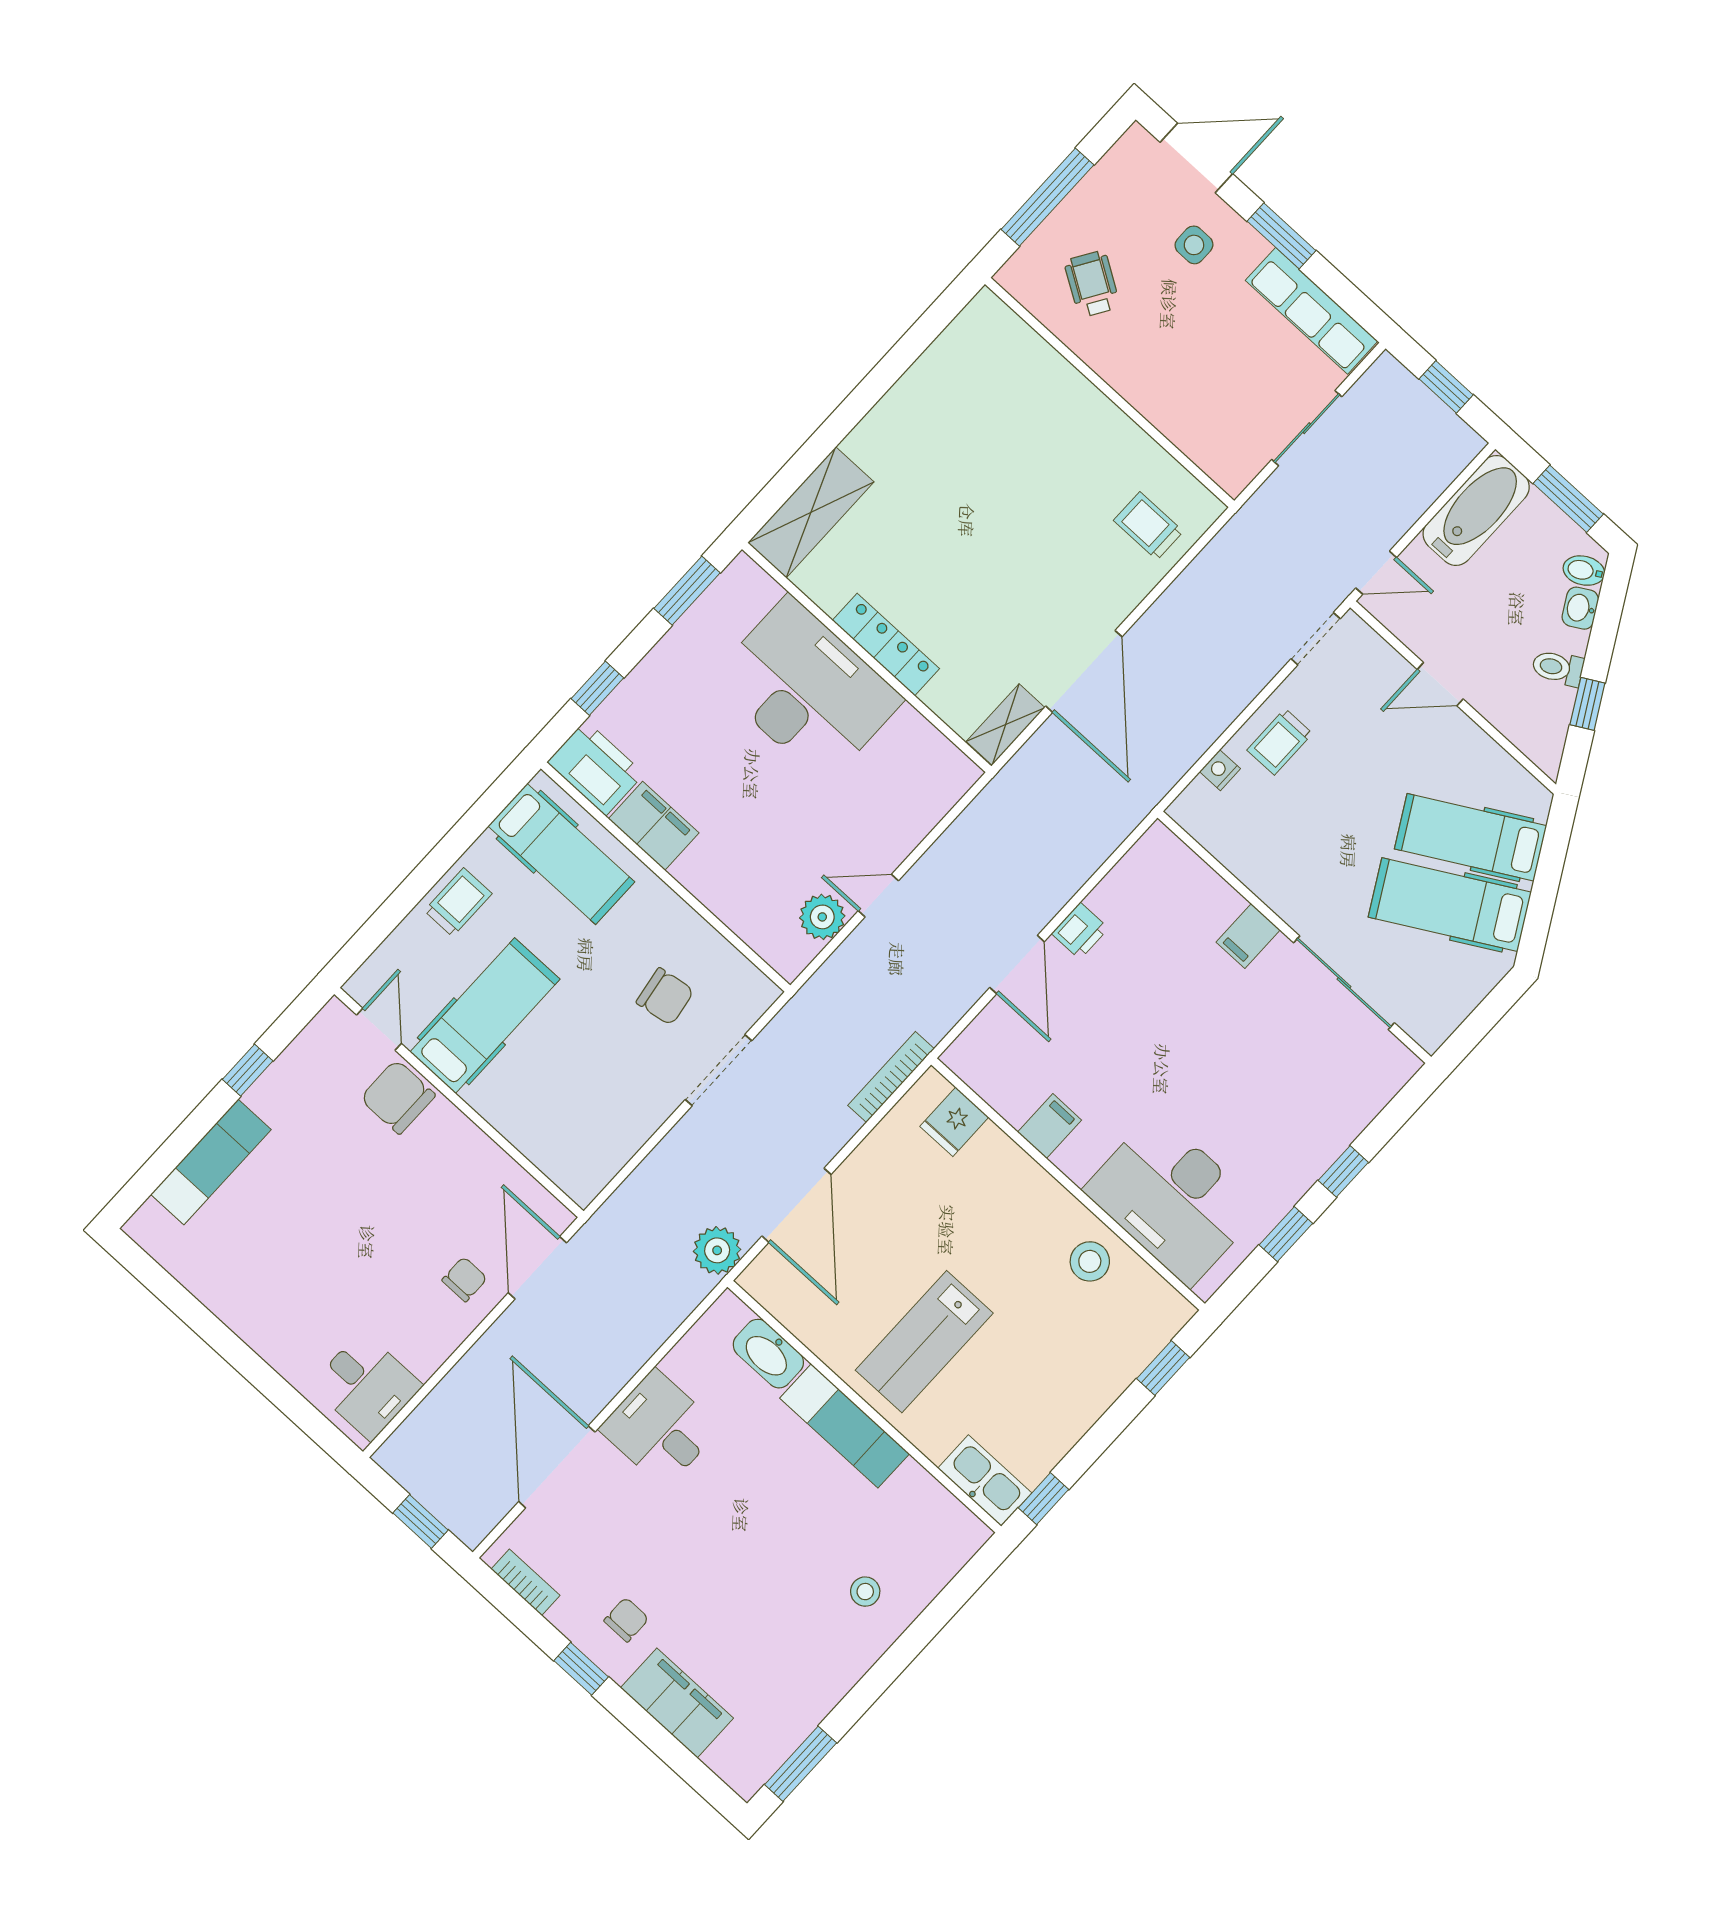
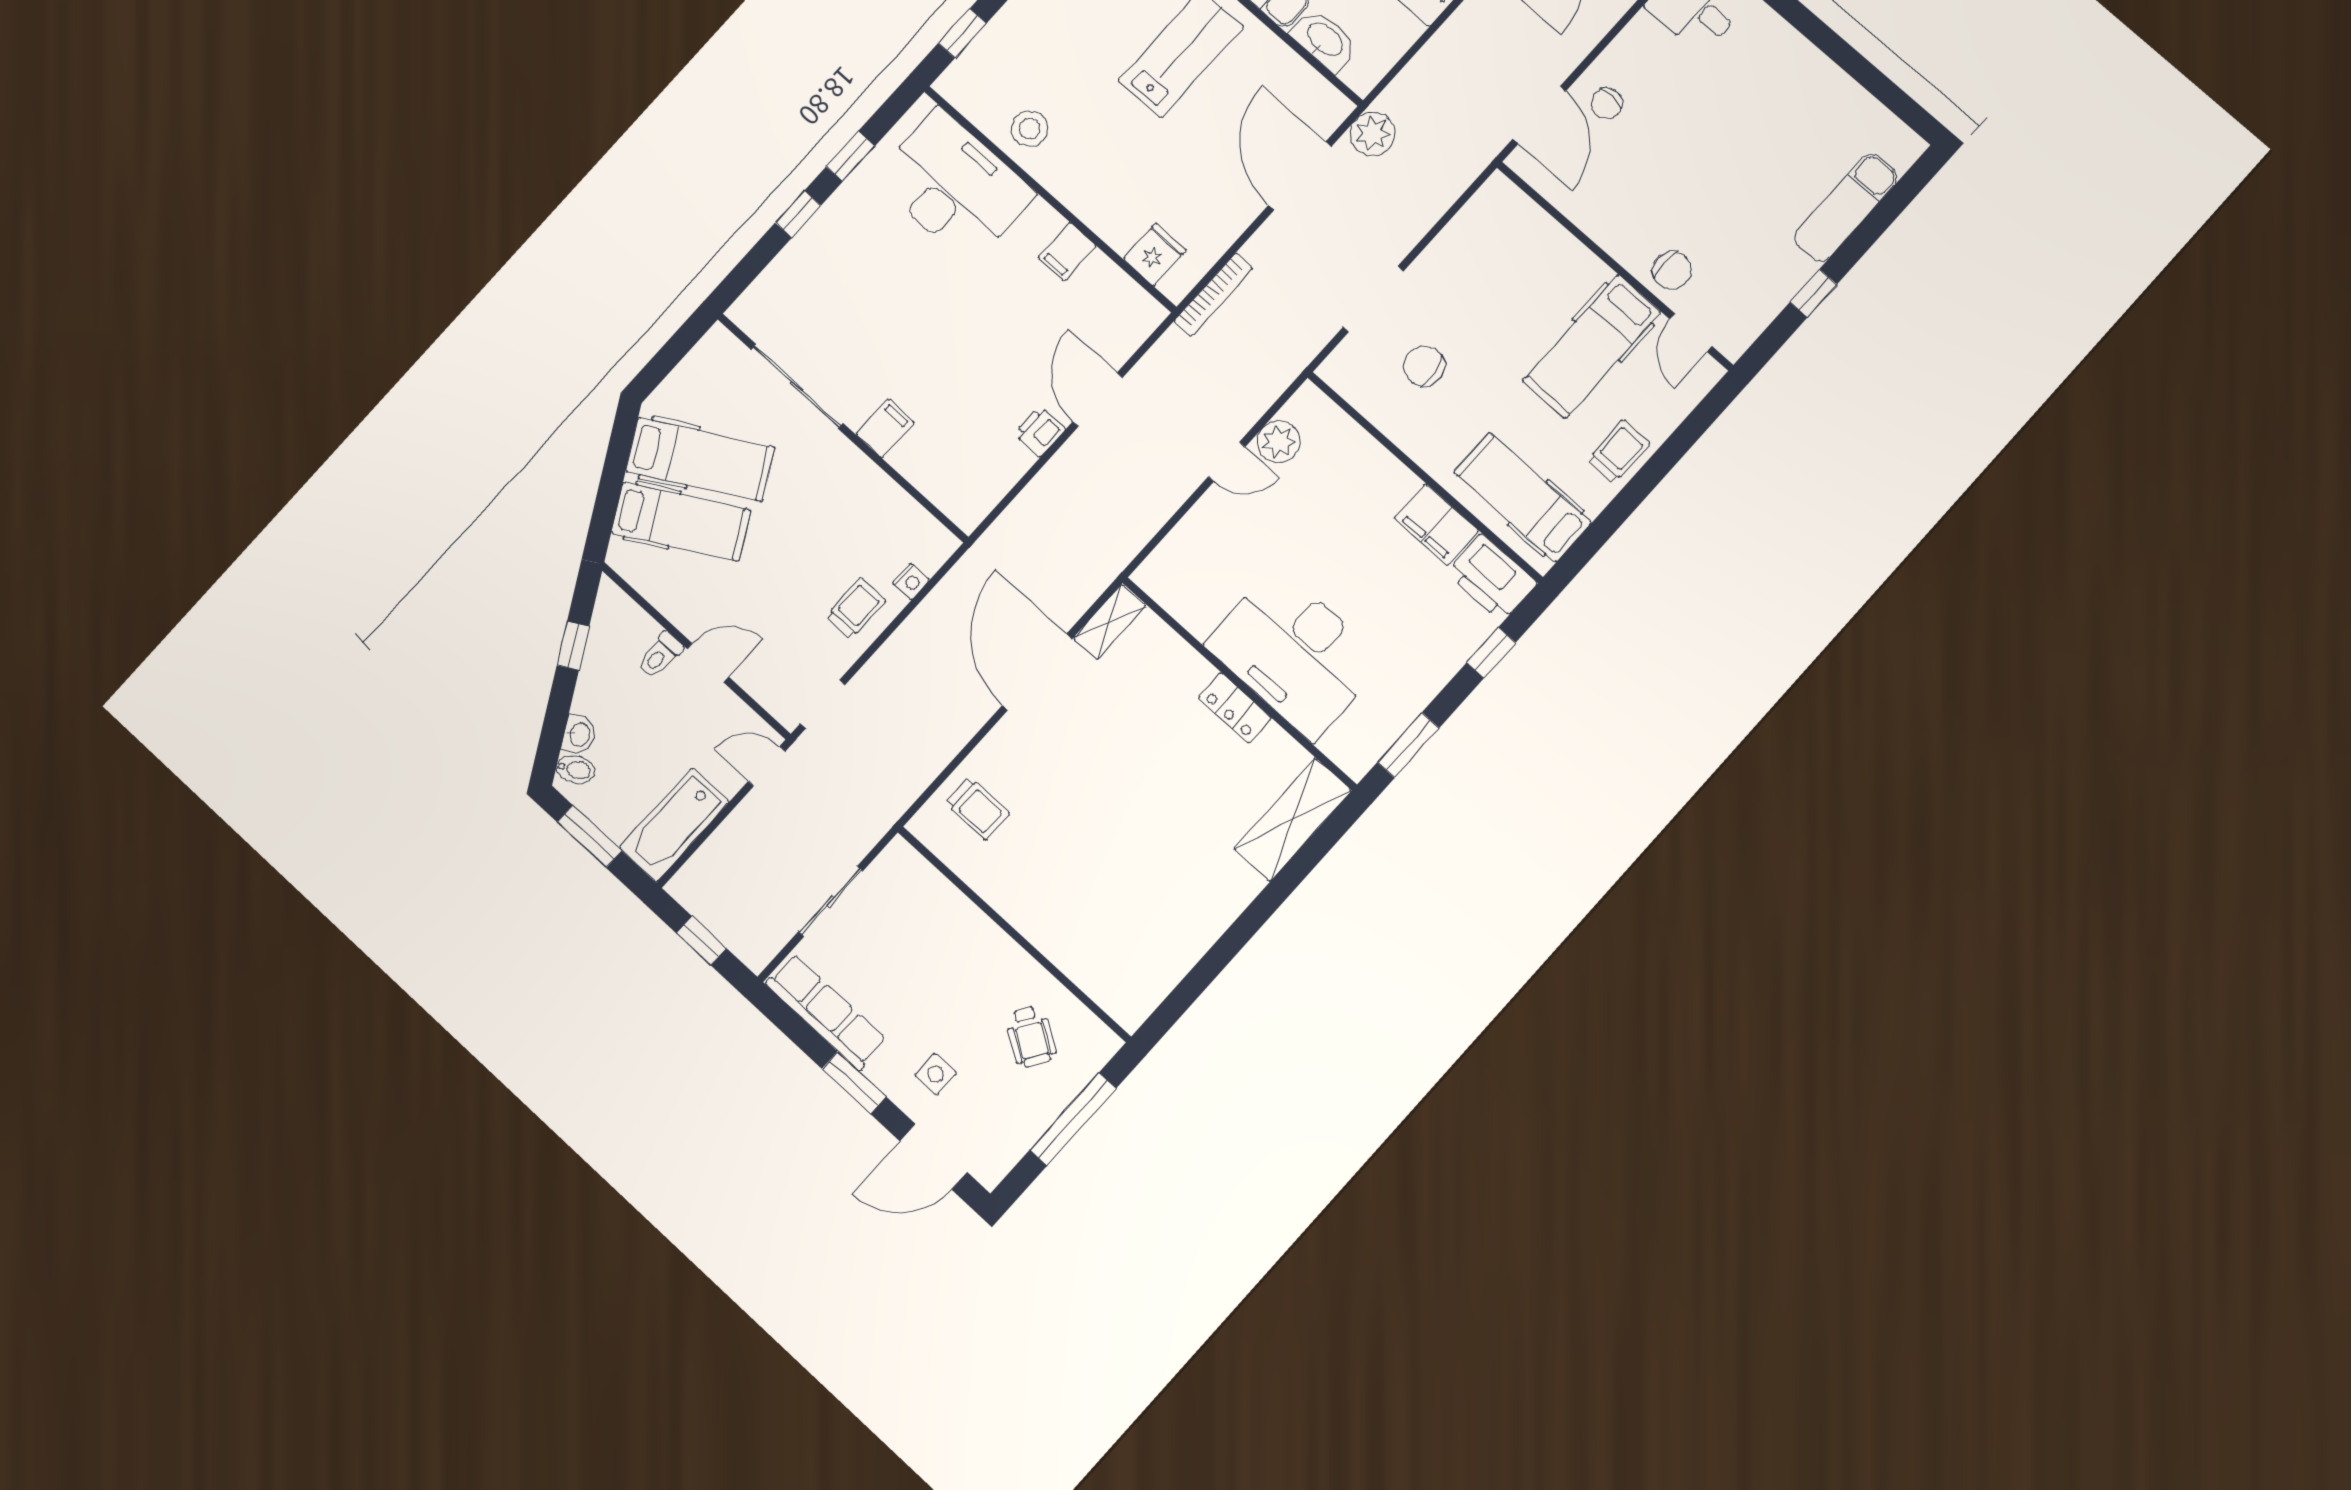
locker: (886, 645) -> (1235, 708), width x0.66
toilet: (1558, 668) -> (660, 655), moved, turned 120
trolley: (458, 902) -> (1619, 452), turned 180
chair: (398, 1097) -> (1672, 270), width x0.73, depth x0.73

